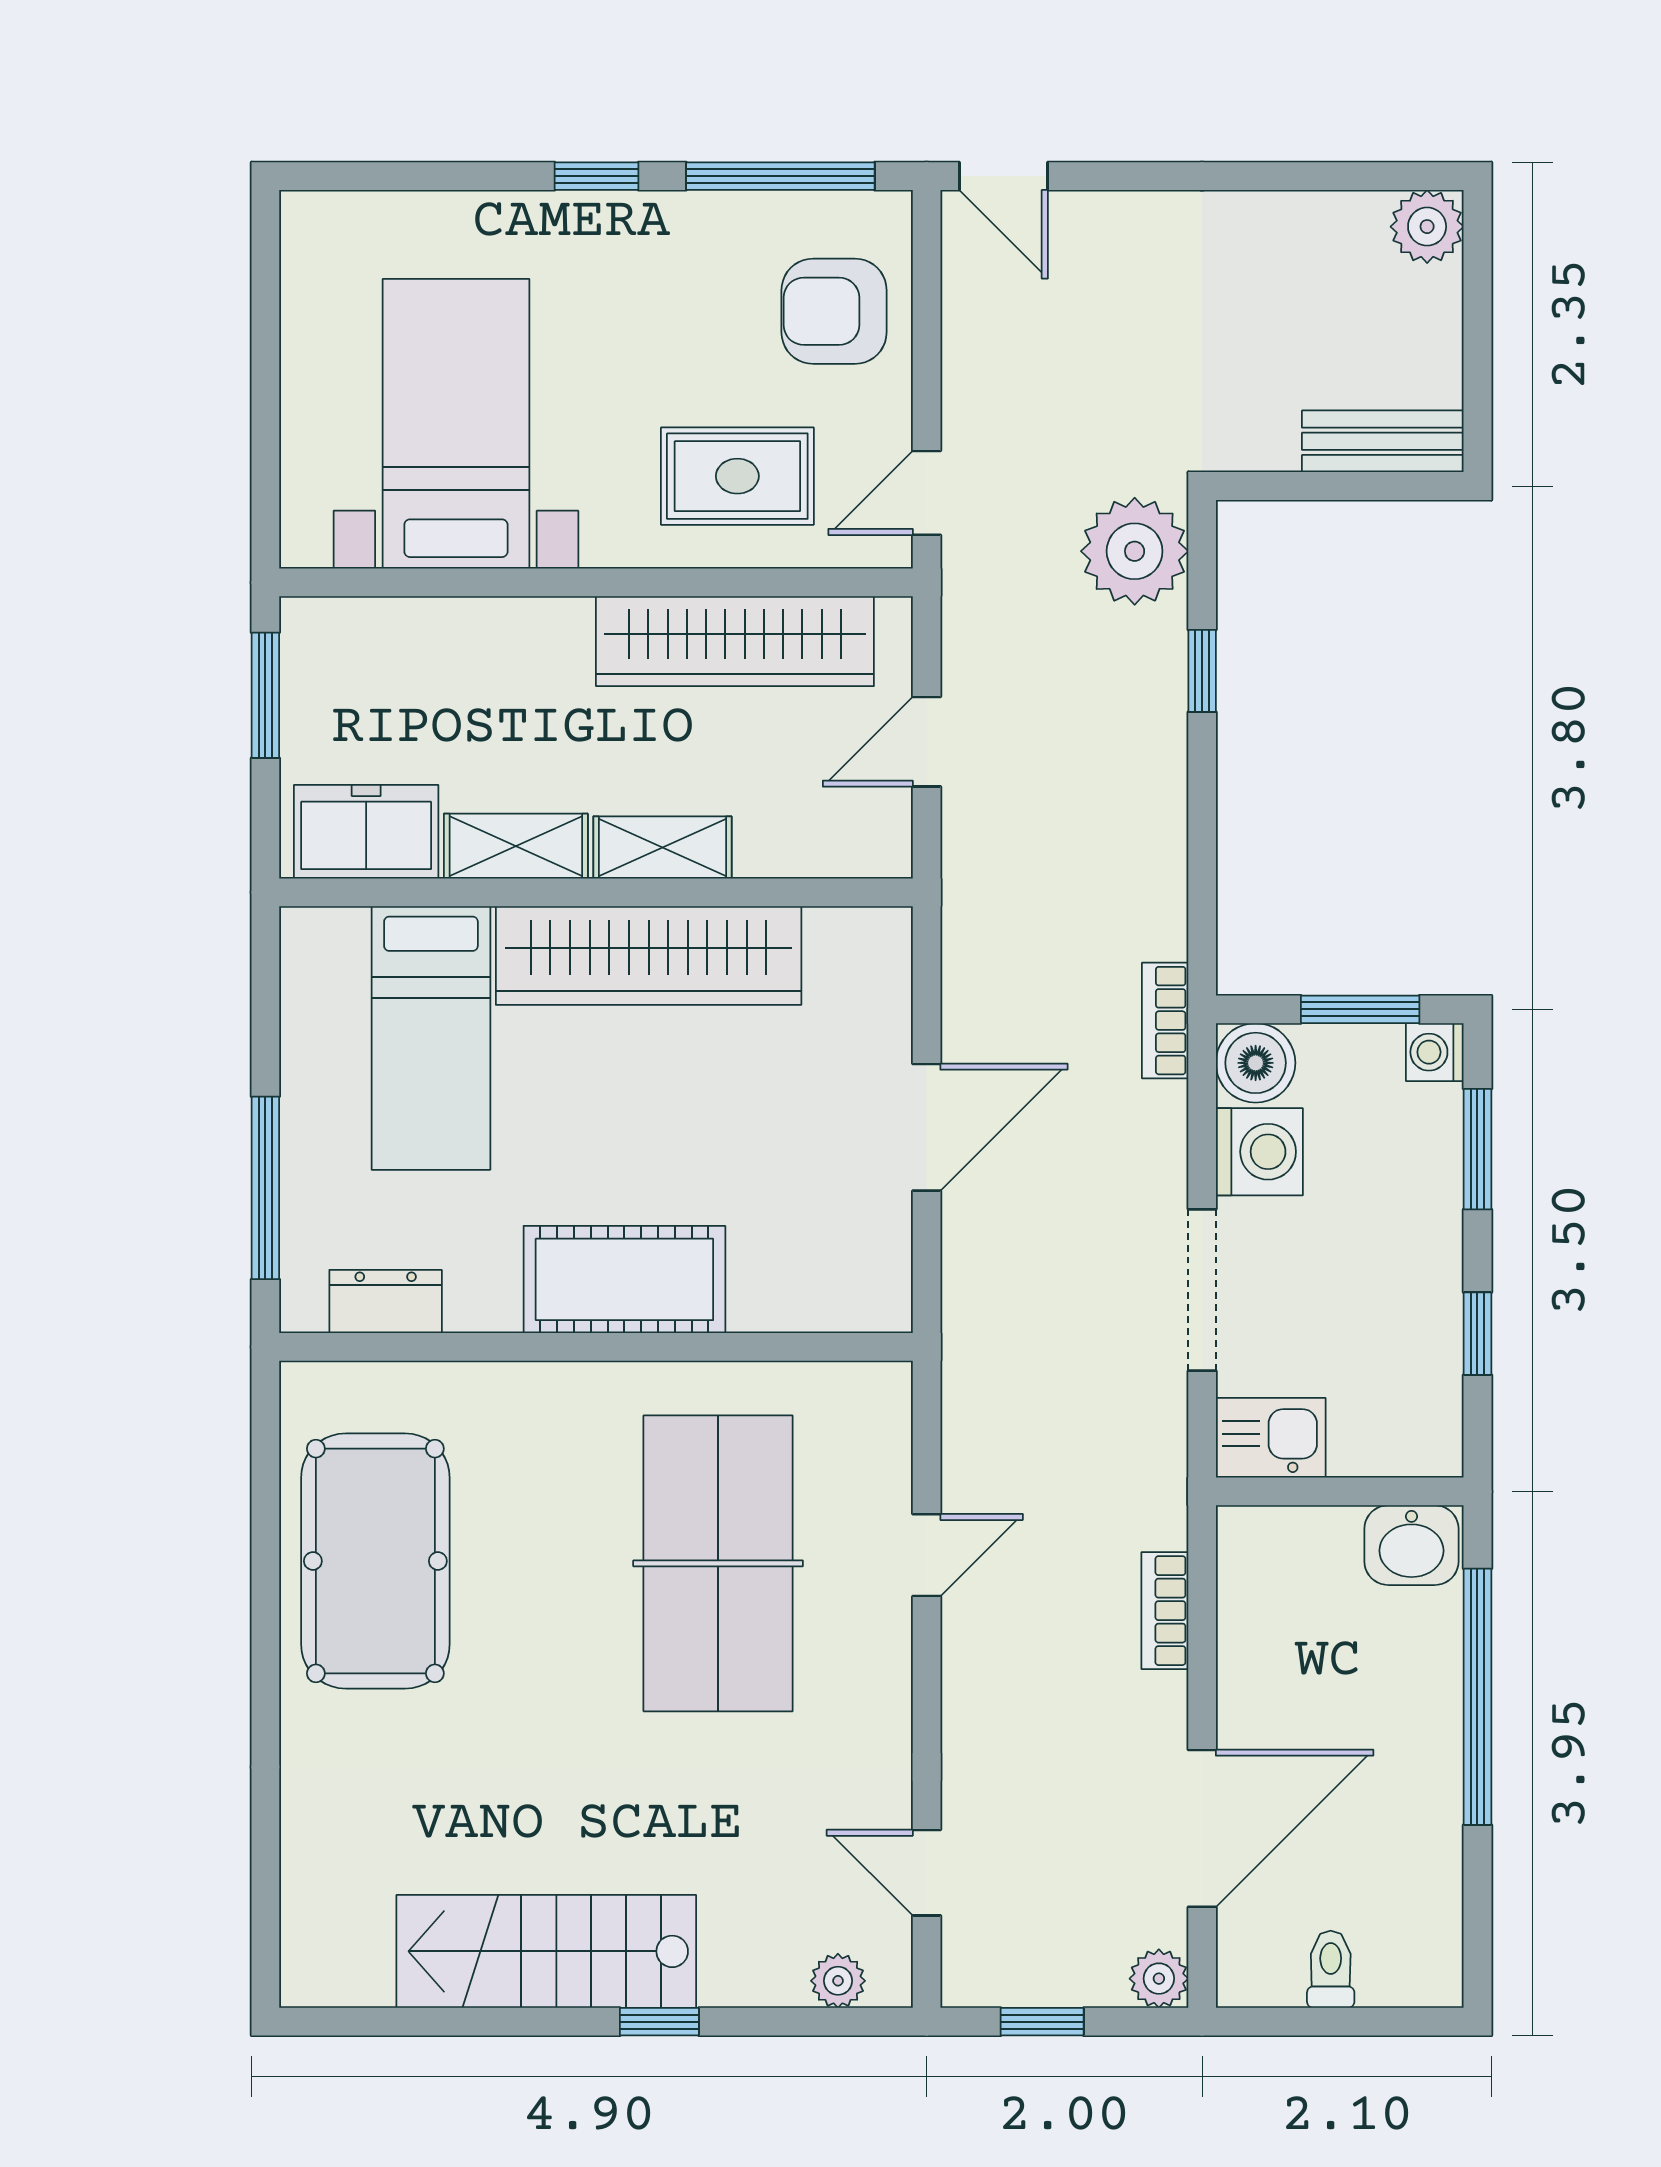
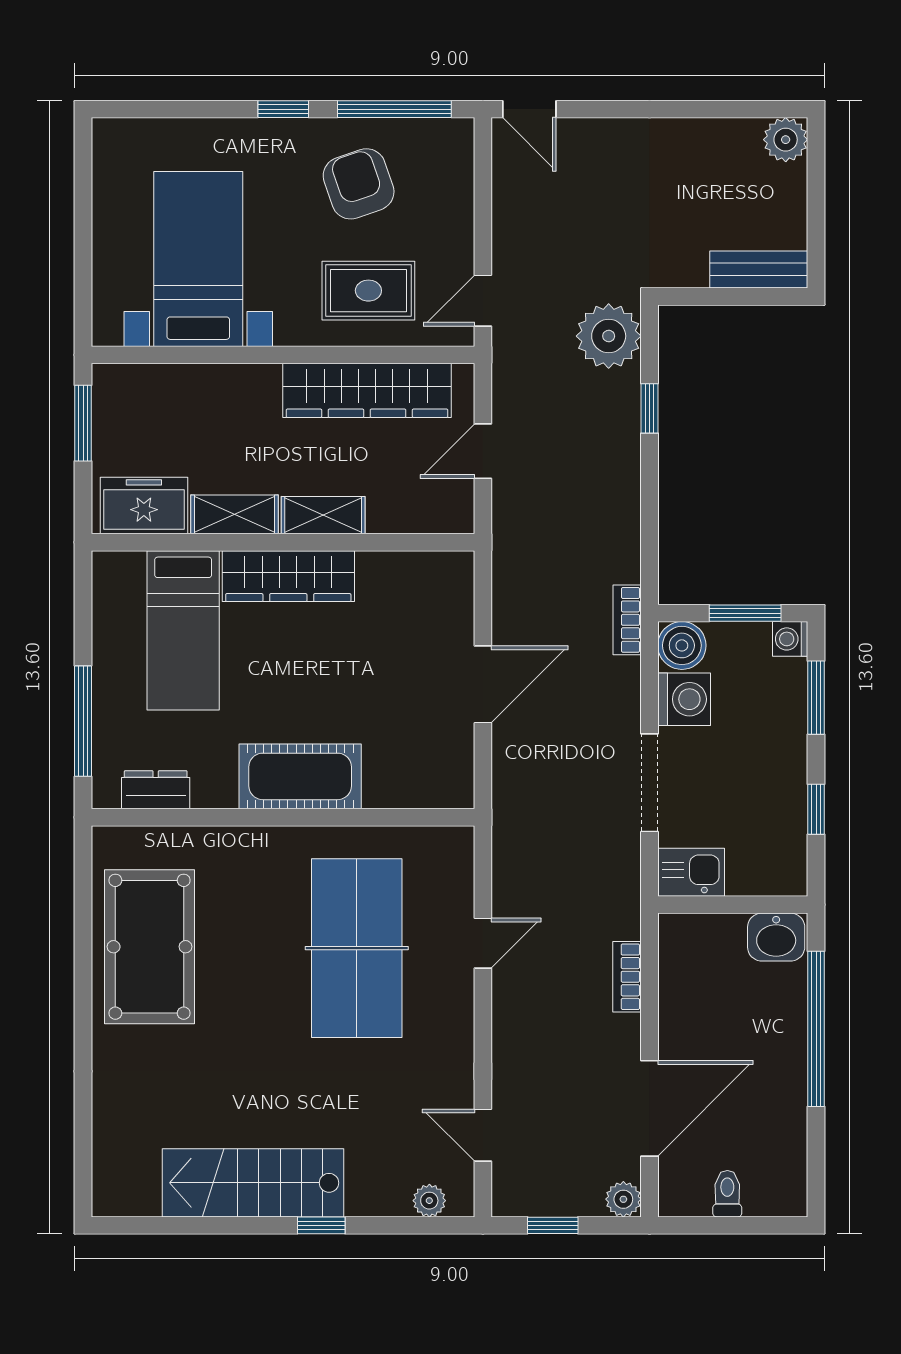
armchair: (834, 311) -> (359, 184), moved, turned 71
wardrobe: (649, 956) -> (288, 576), width x0.71, depth x0.85

